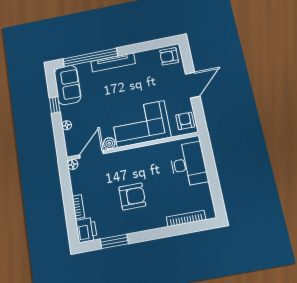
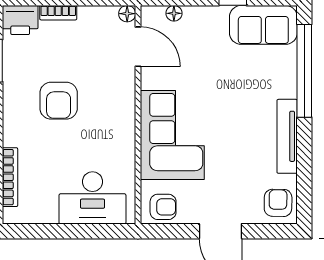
tv unit: (113, 62) -> (287, 136), moved
floor lamp: (67, 125) -> (174, 13), moved
plant: (109, 143) -> (150, 78), removed

